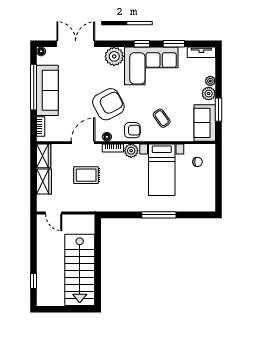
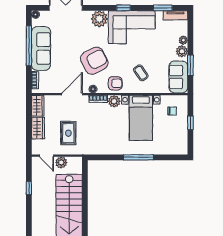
window: (174, 44) -> (163, 8), moved
rug: (86, 175) -> (68, 133), moved, turned 90
window: (218, 175) -> (190, 123), added
plant: (71, 221) -> (61, 163), added
window: (34, 281) -> (29, 188), moved

